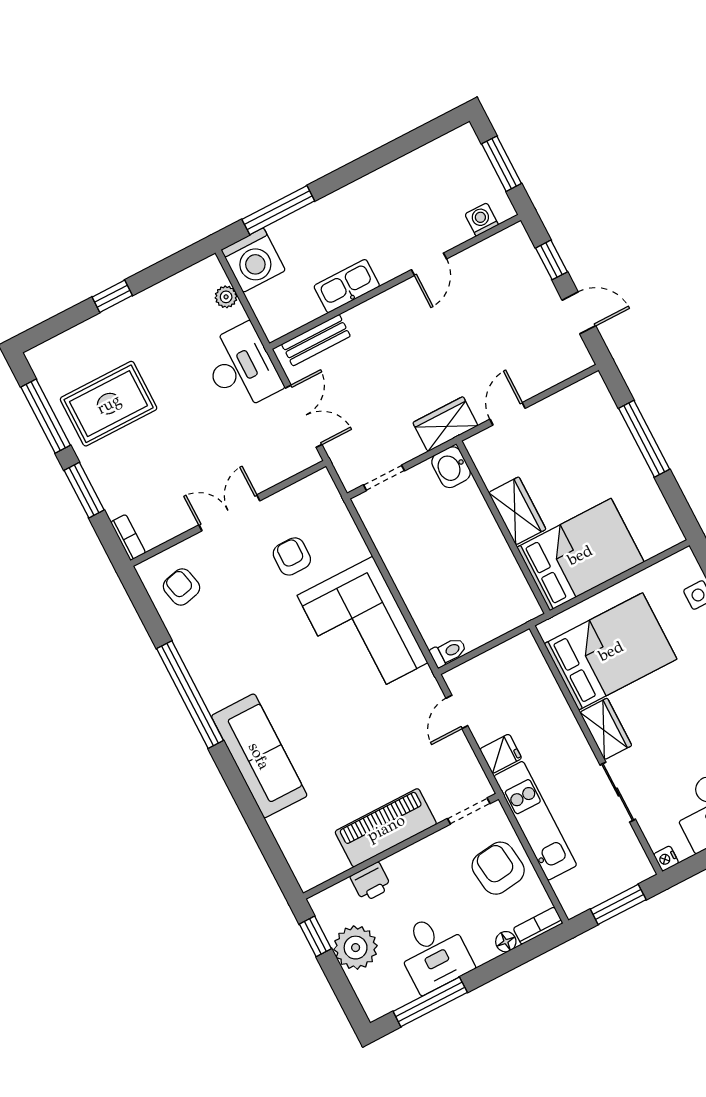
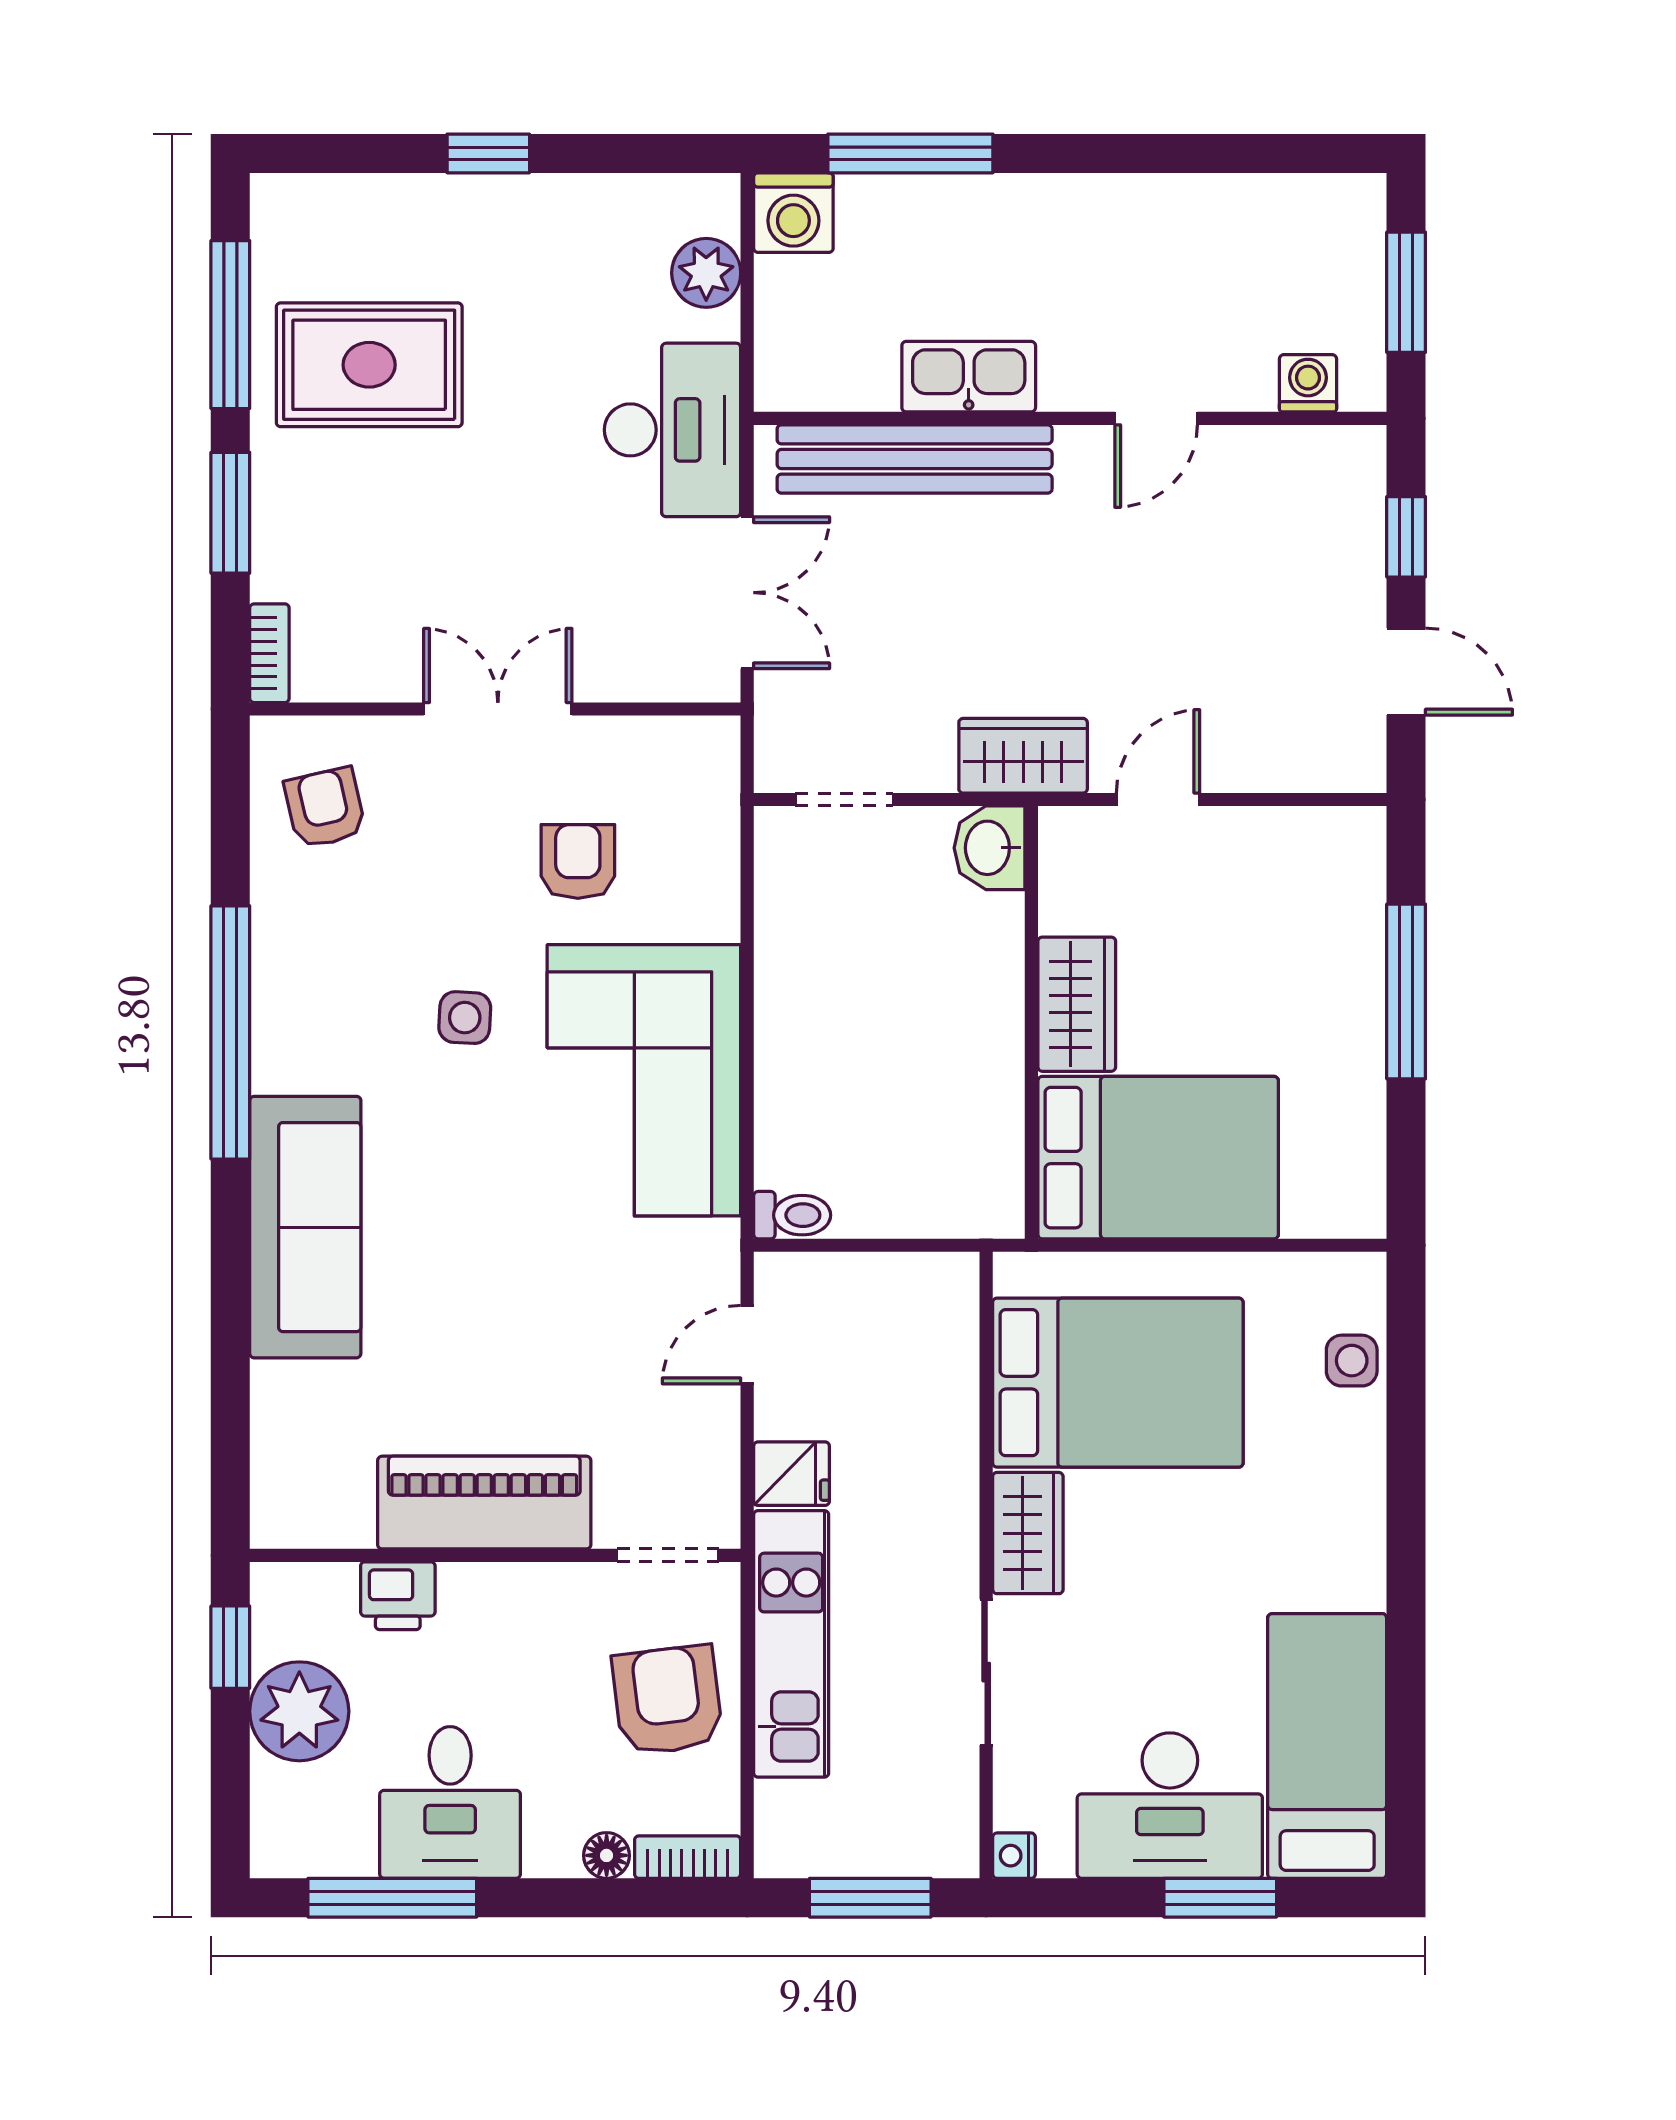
washing machine: (253, 260) -> (793, 213), width x0.73, depth x0.73
plant: (226, 297) -> (706, 273), width x1.38, depth x1.38
bench: (316, 340) -> (915, 459), width x1.86, depth x1.21
side table: (279, 641) -> (465, 1018), added

